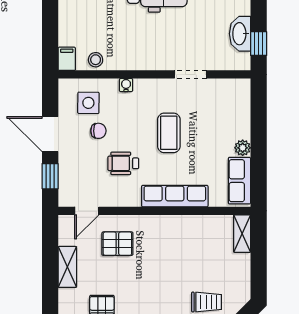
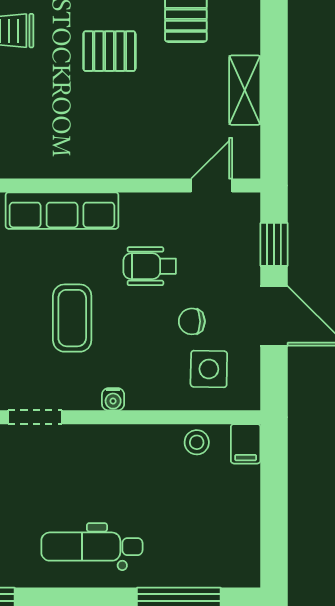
water cooler: (126, 85) -> (113, 399), moved
wheelchair: (123, 163) -> (150, 266), turned 180
pallet: (117, 244) -> (109, 51), moved

